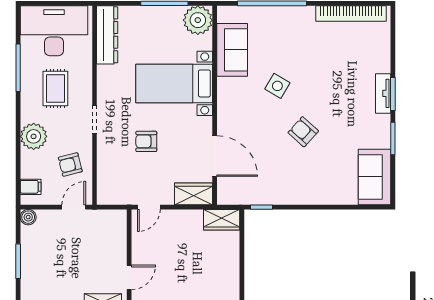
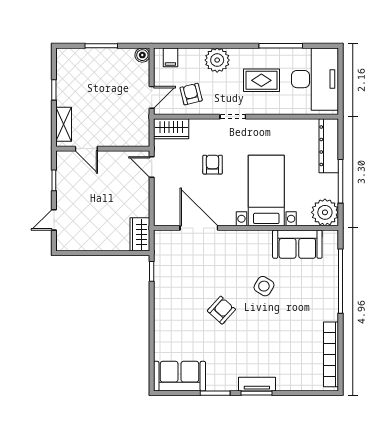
dresser: (107, 35) -> (329, 146), moved, turned 90
door: (215, 156) -> (199, 228), swing flipped
wardrobe: (193, 194) -> (171, 129), moved, turned 90
door: (74, 207) -> (152, 97), hinge flipped

